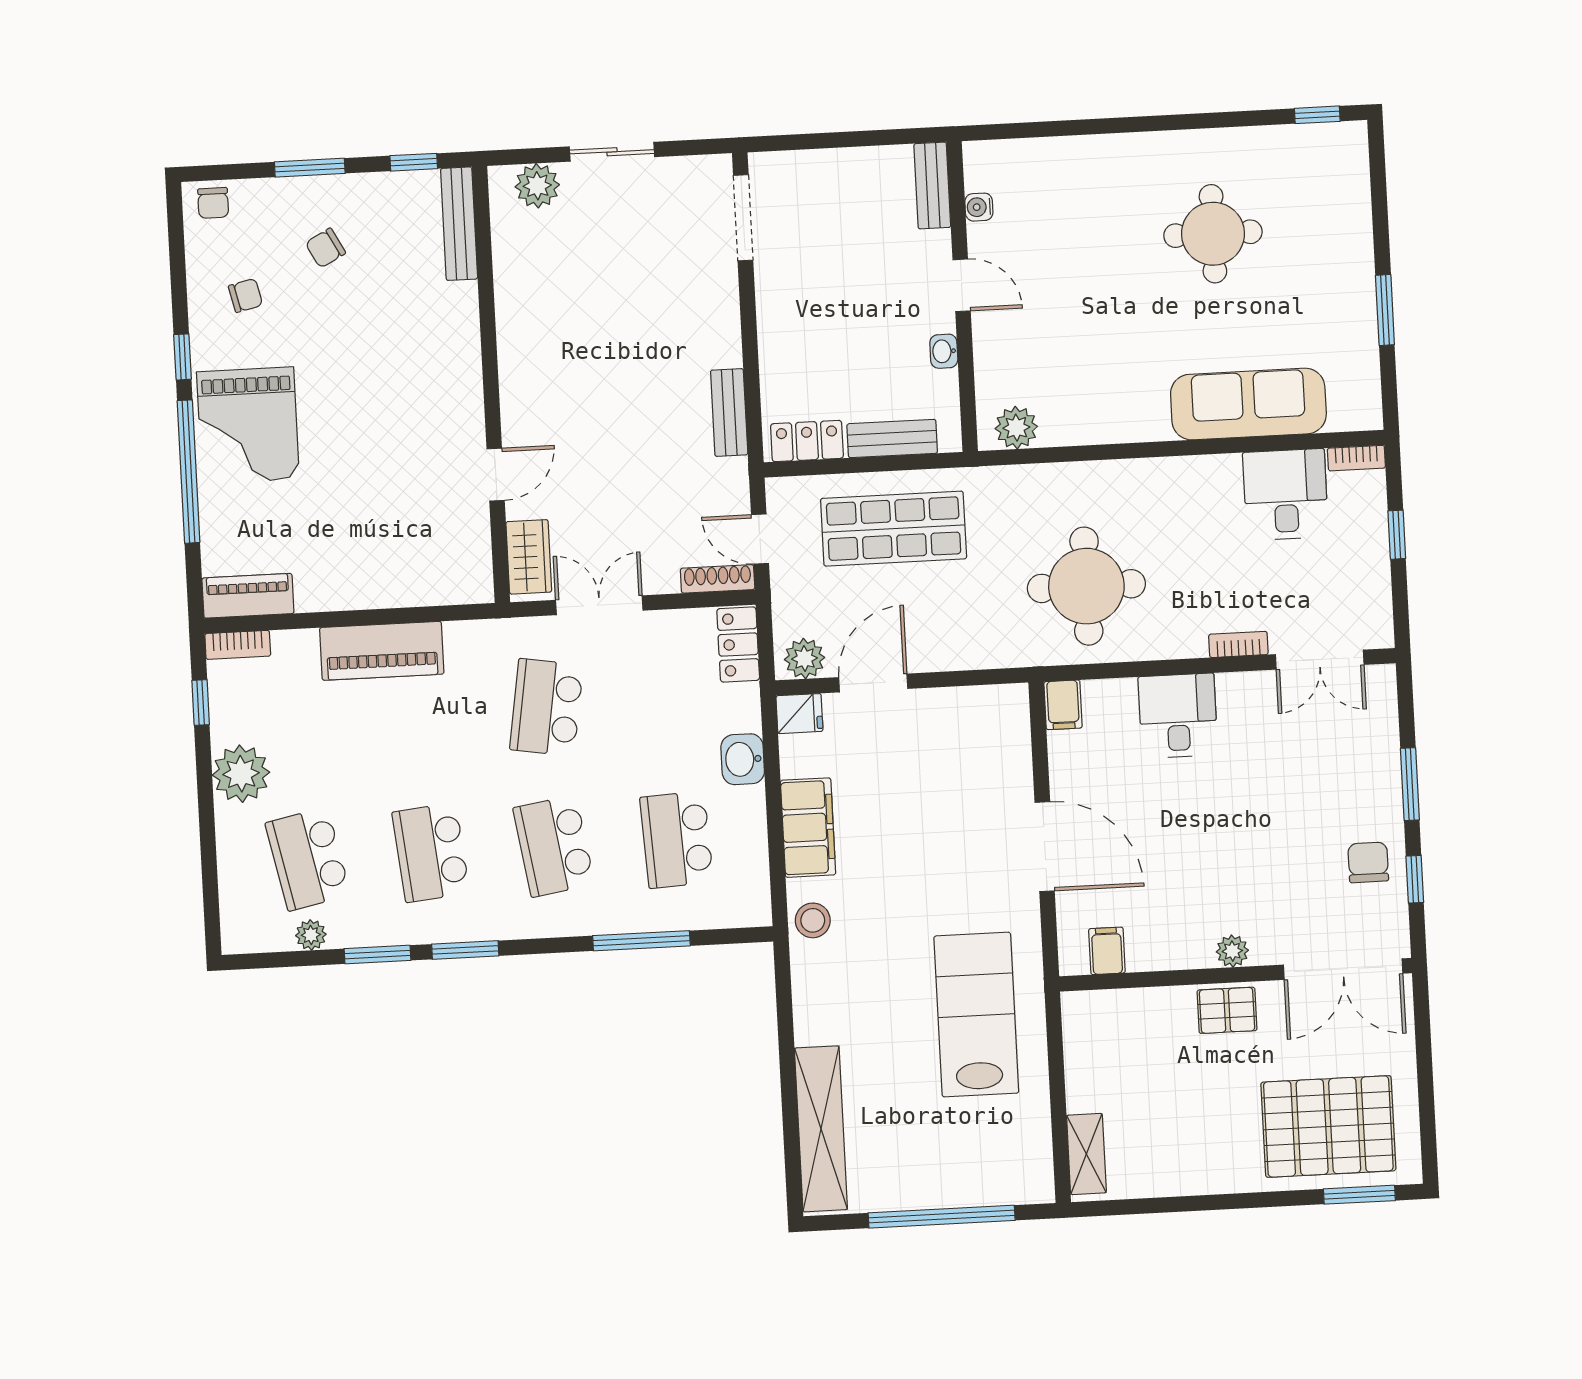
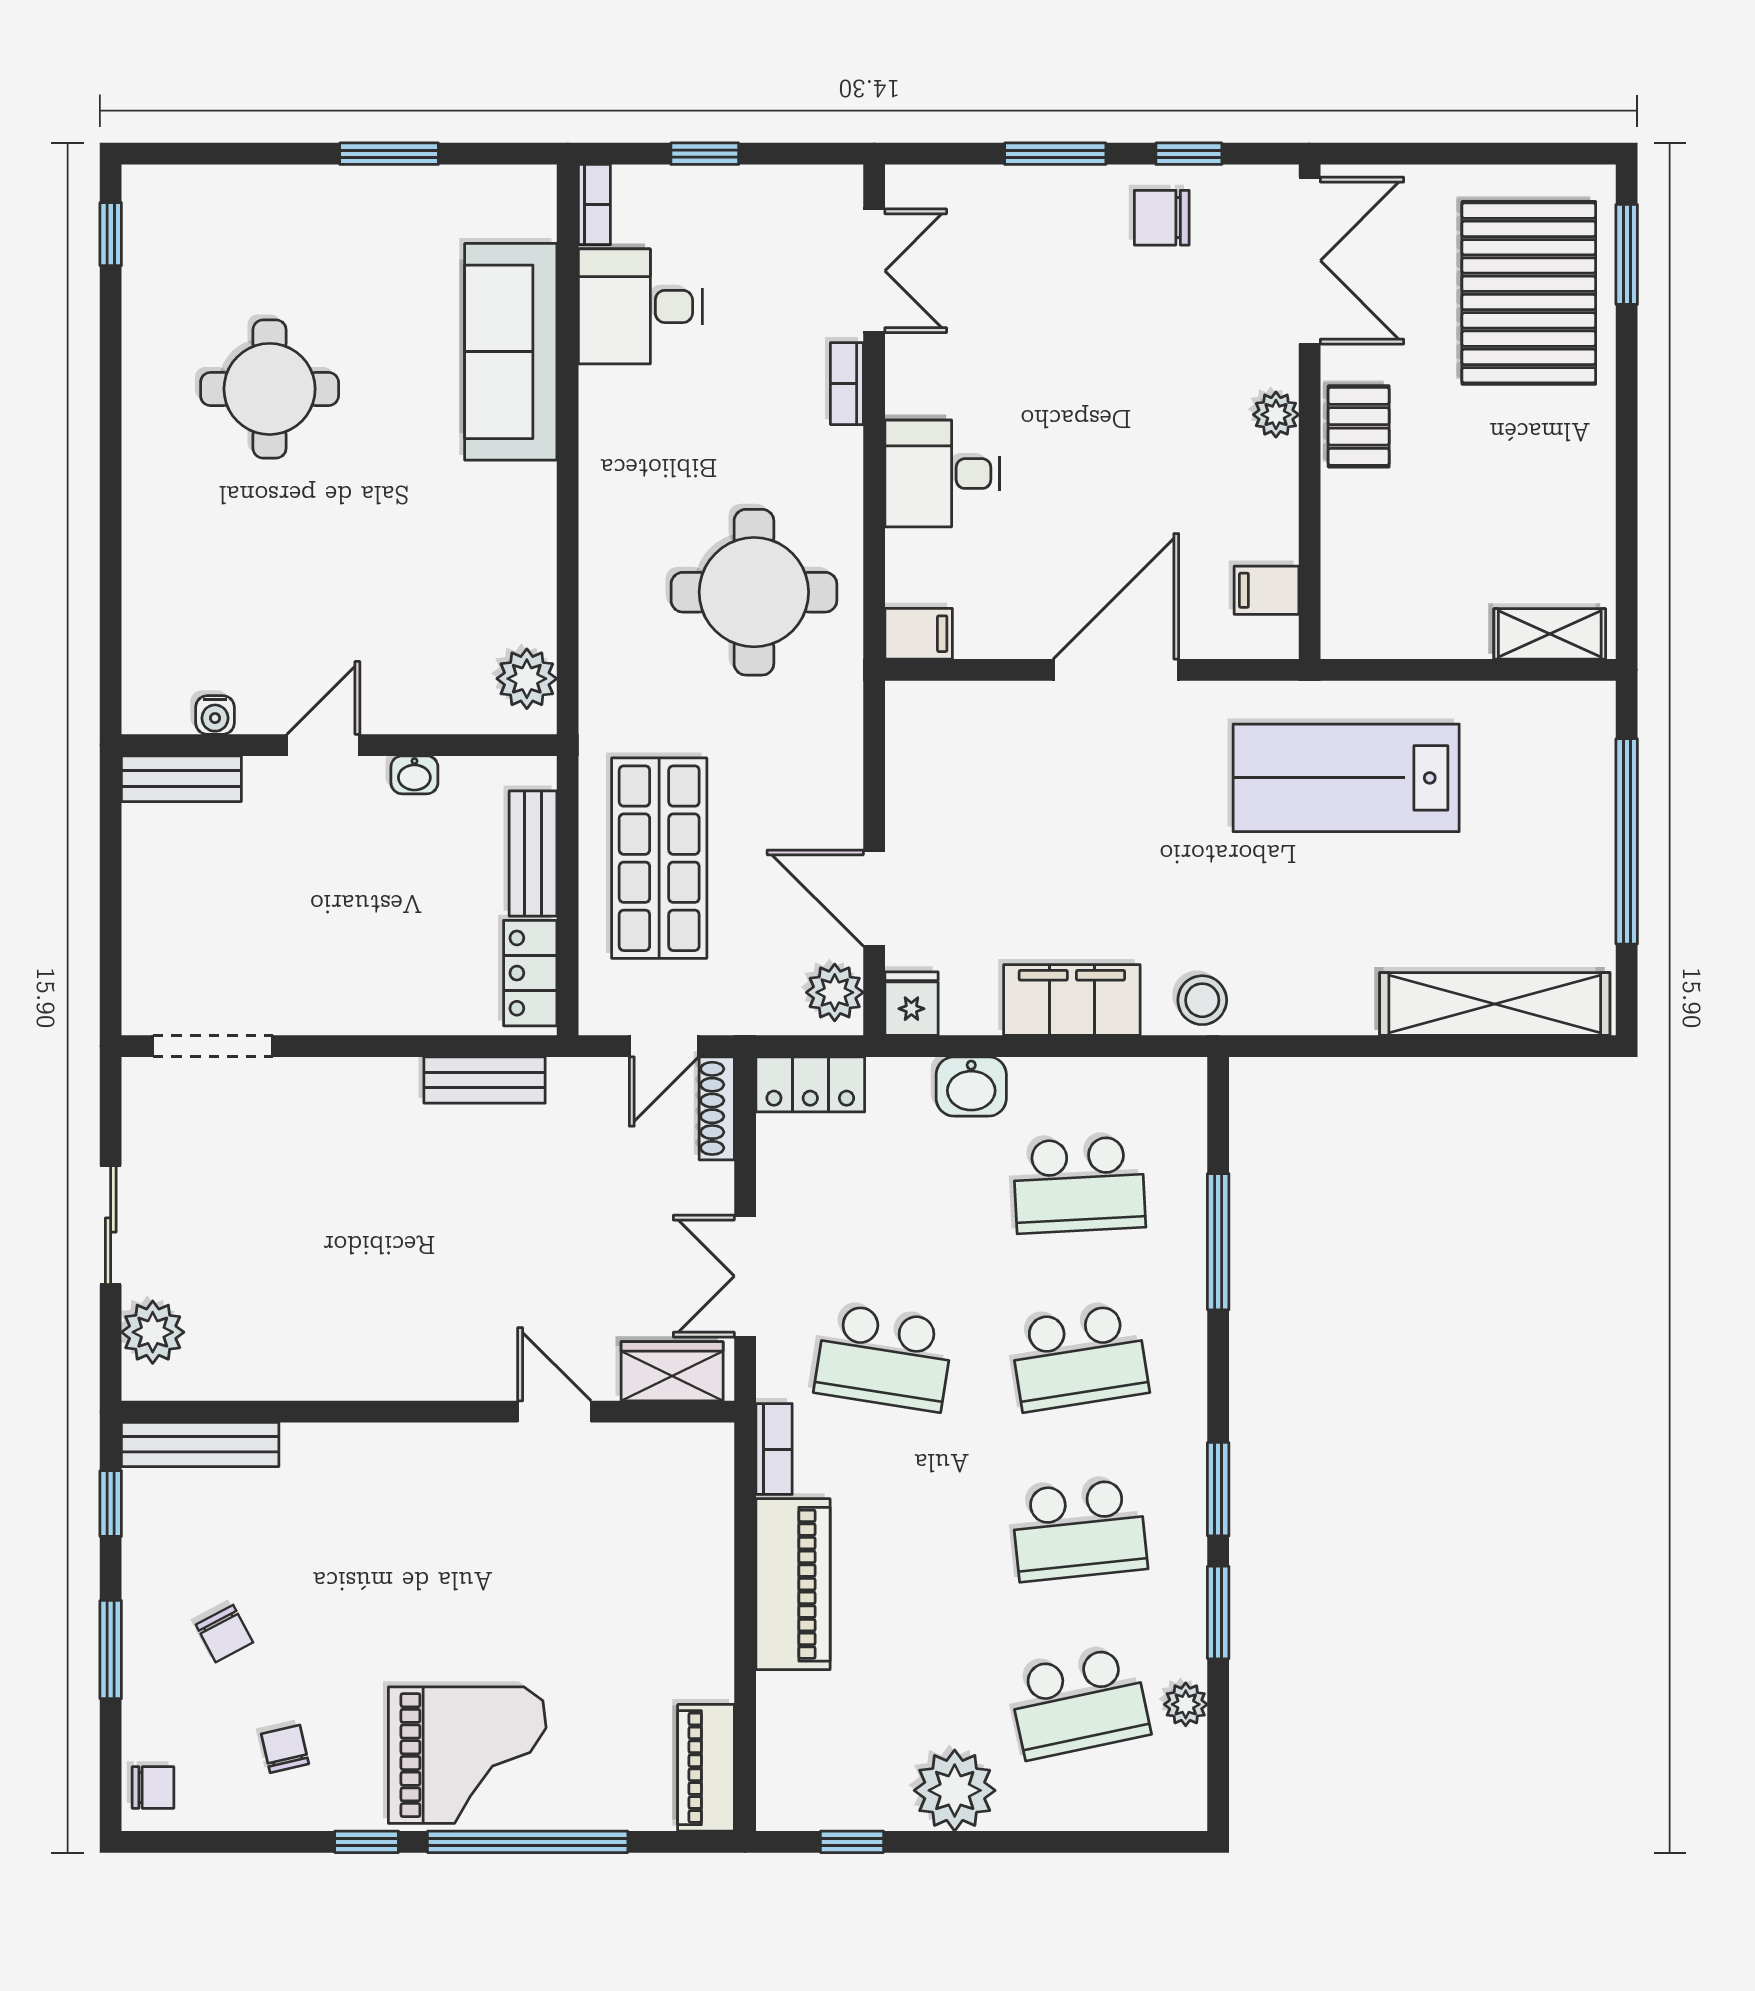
bookcase: (238, 645) -> (774, 1449), moved

